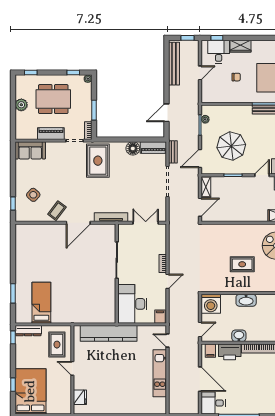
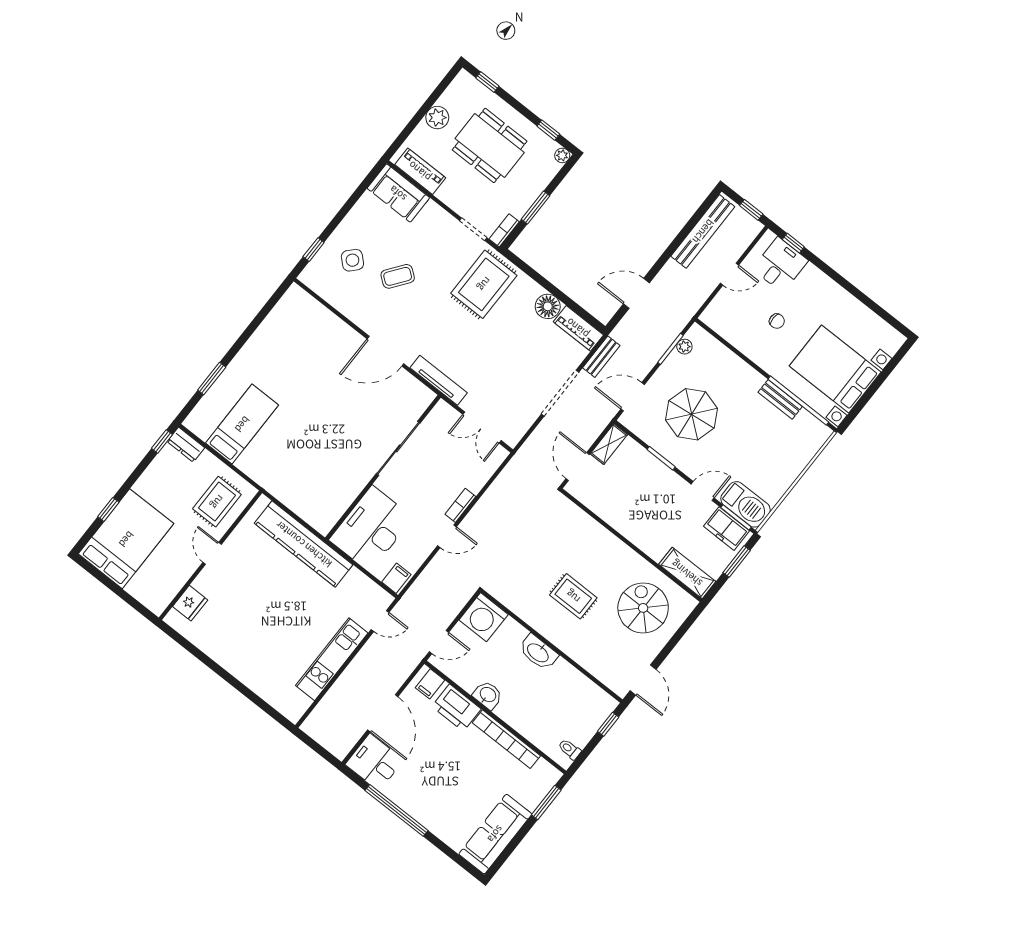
wardrobe: (241, 46) -> (818, 282), removed
piano: (51, 134) -> (420, 171), moved
door: (200, 207) -> (577, 467), swing flipped
coffee table: (57, 211) -> (398, 276), moved
double door: (146, 223) -> (482, 427), swing flipped
dresser: (28, 331) -> (186, 445), width x0.70
door: (168, 340) -> (380, 621), swing flipped

